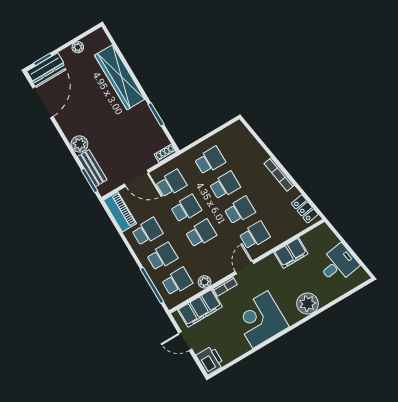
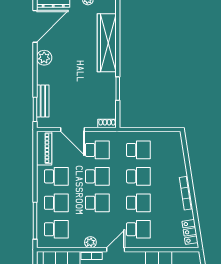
plant: (79, 144) -> (44, 58), moved
plant: (205, 282) -> (90, 242), moved

